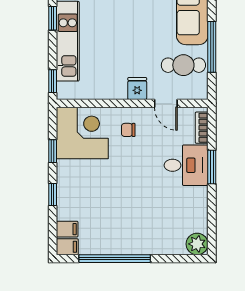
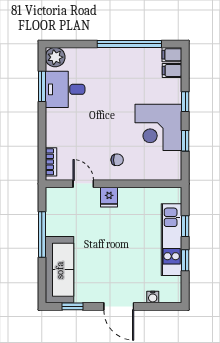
cafe table: (183, 65) -> (67, 218), removed
window: (53, 81) -> (185, 226), moved
corner desk: (82, 133) -> (158, 127), moved
desk: (186, 165) -> (65, 89), moved
window: (212, 167) -> (42, 86), moved

